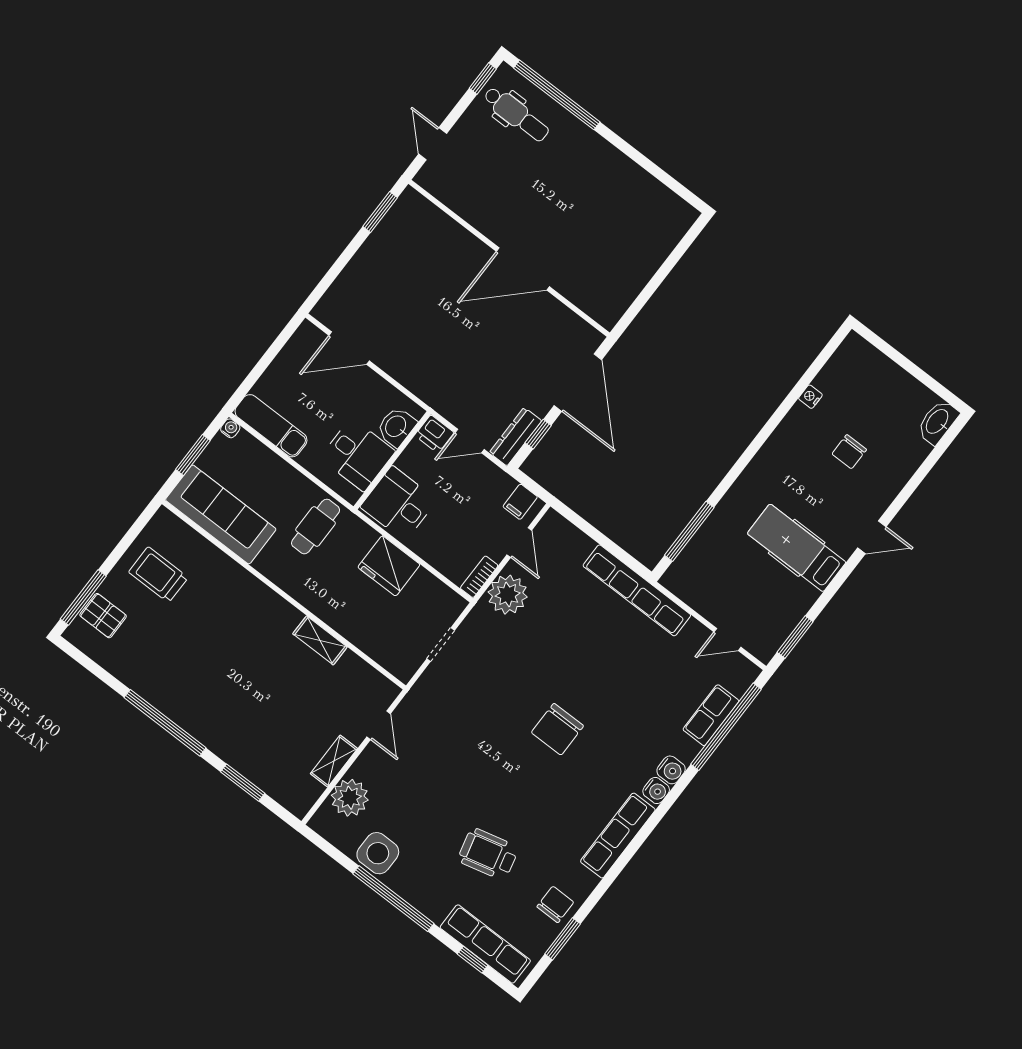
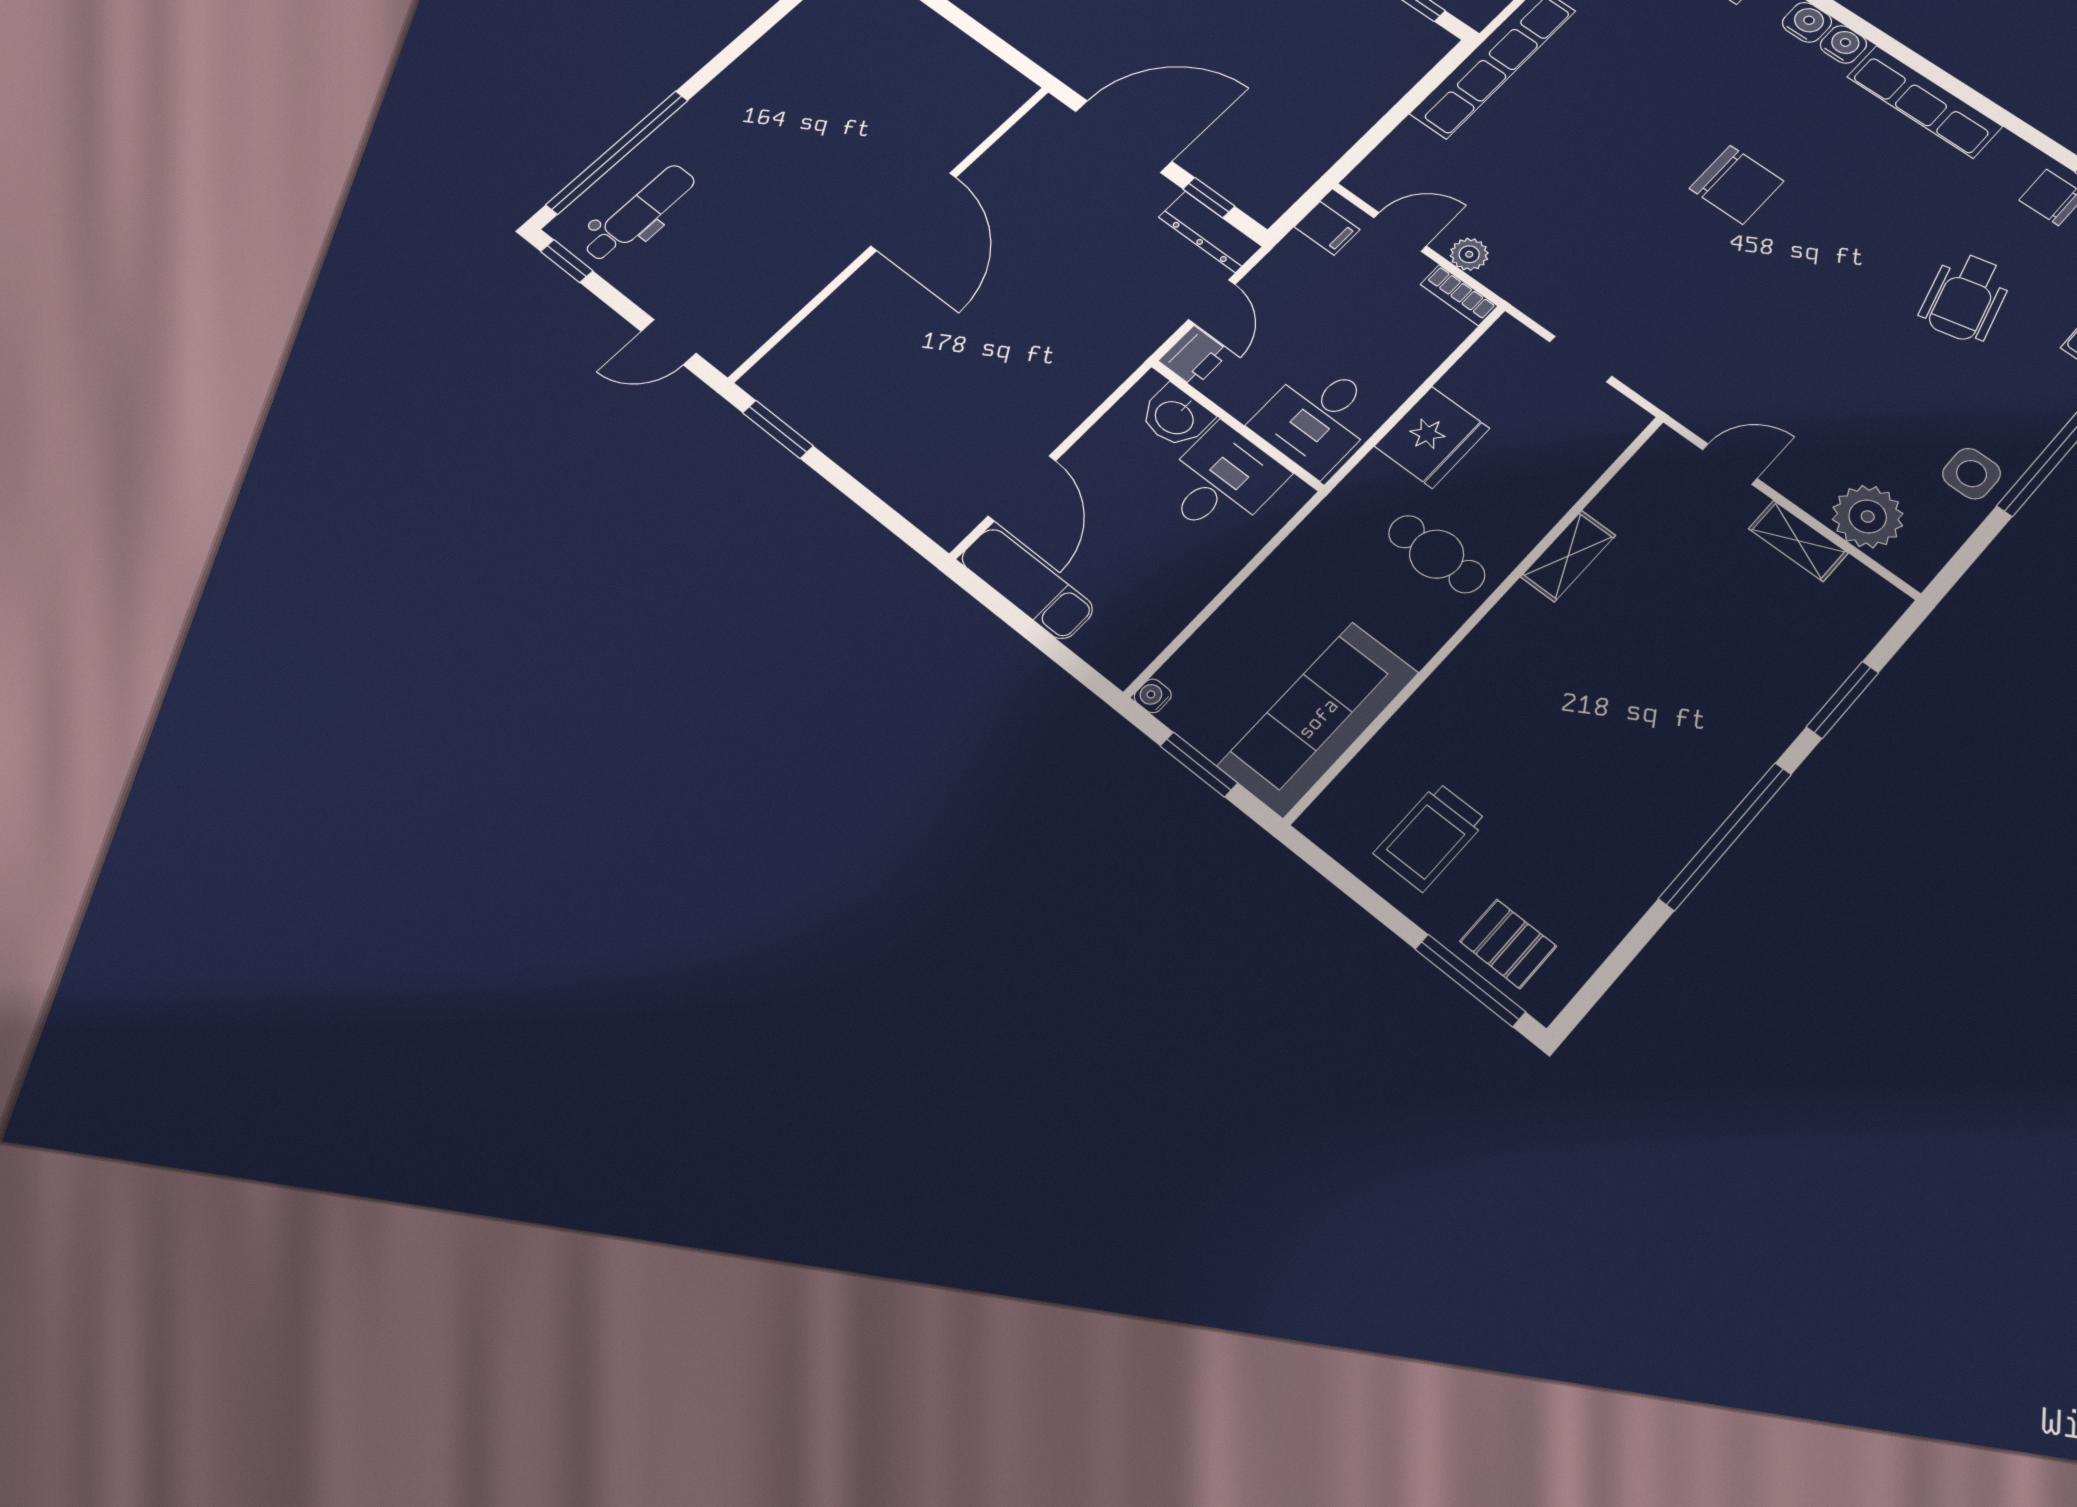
exam couch: (271, 426) -> (1027, 584), moved, turned 90
cafe table: (316, 527) -> (1437, 554), moved
plant: (508, 595) -> (1469, 254), width x0.53, depth x0.53
pallet: (103, 616) -> (1508, 944), turned 90
side table: (378, 853) -> (1972, 474), width x0.73, depth x0.73

